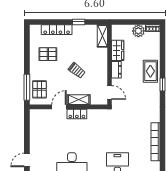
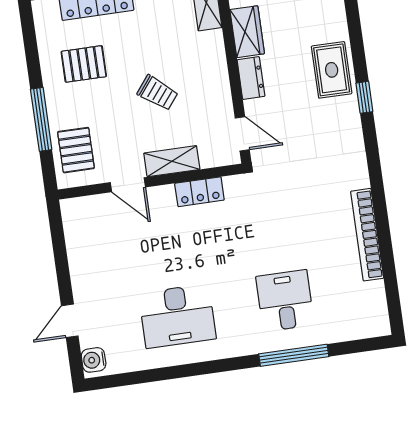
window: (27, 87) -> (41, 119), moved
door: (59, 107) -> (128, 185), swing flipped
locker: (77, 114) -> (199, 192), moved

